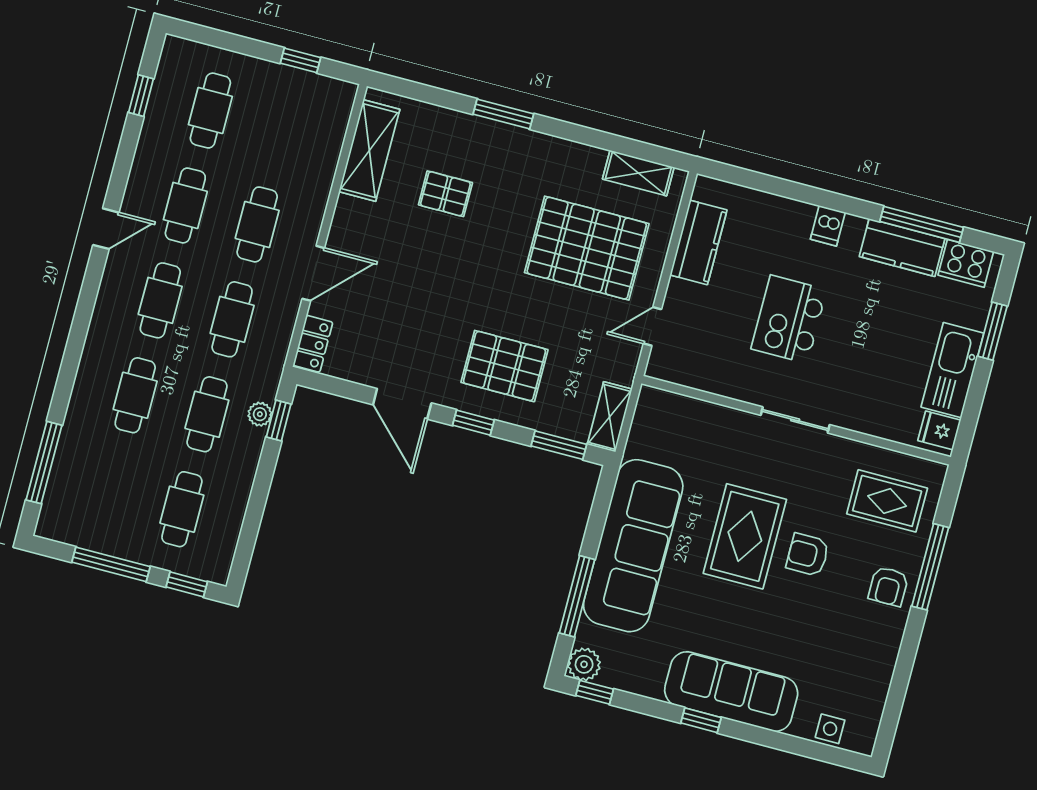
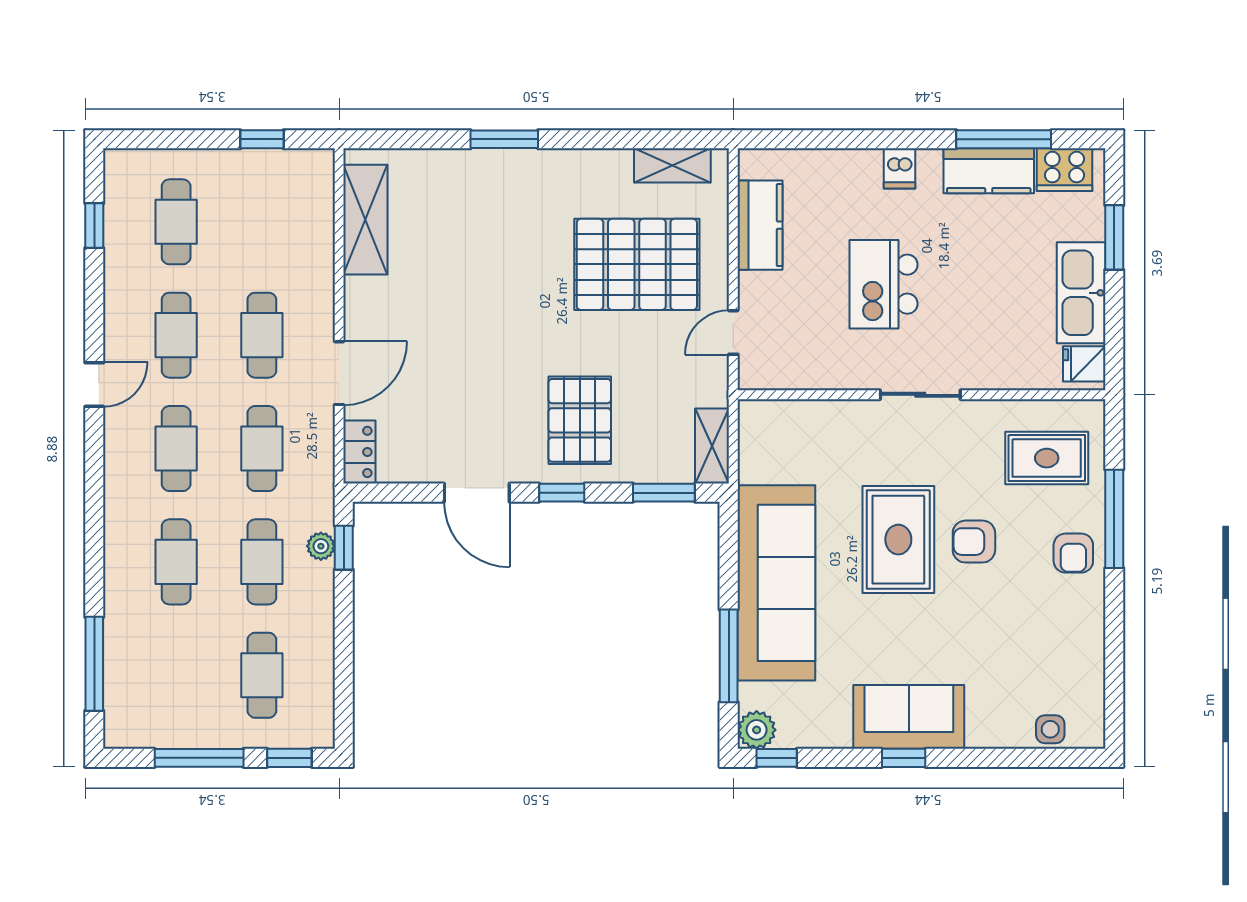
pallet: (445, 194) -> (463, 245), removed
pallet: (504, 366) -> (580, 420), turned 90
sofa: (731, 692) -> (909, 717), width x0.73

